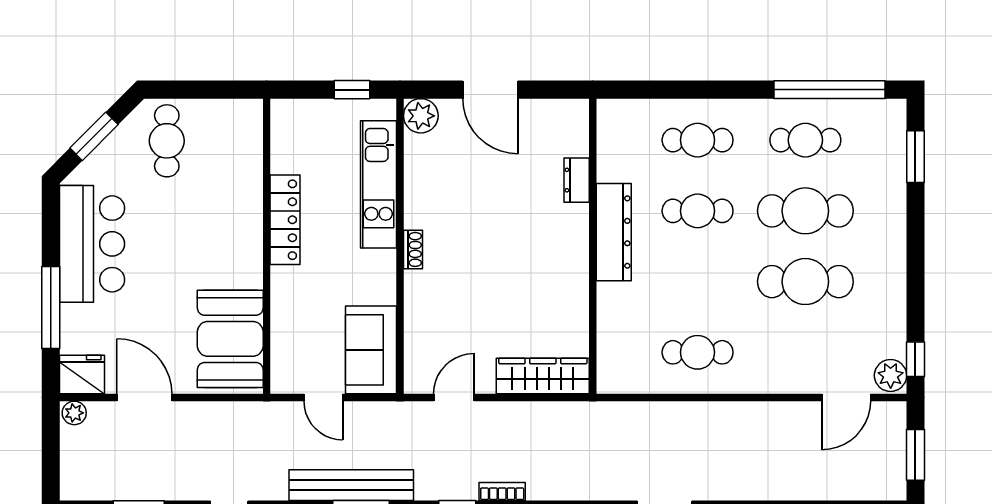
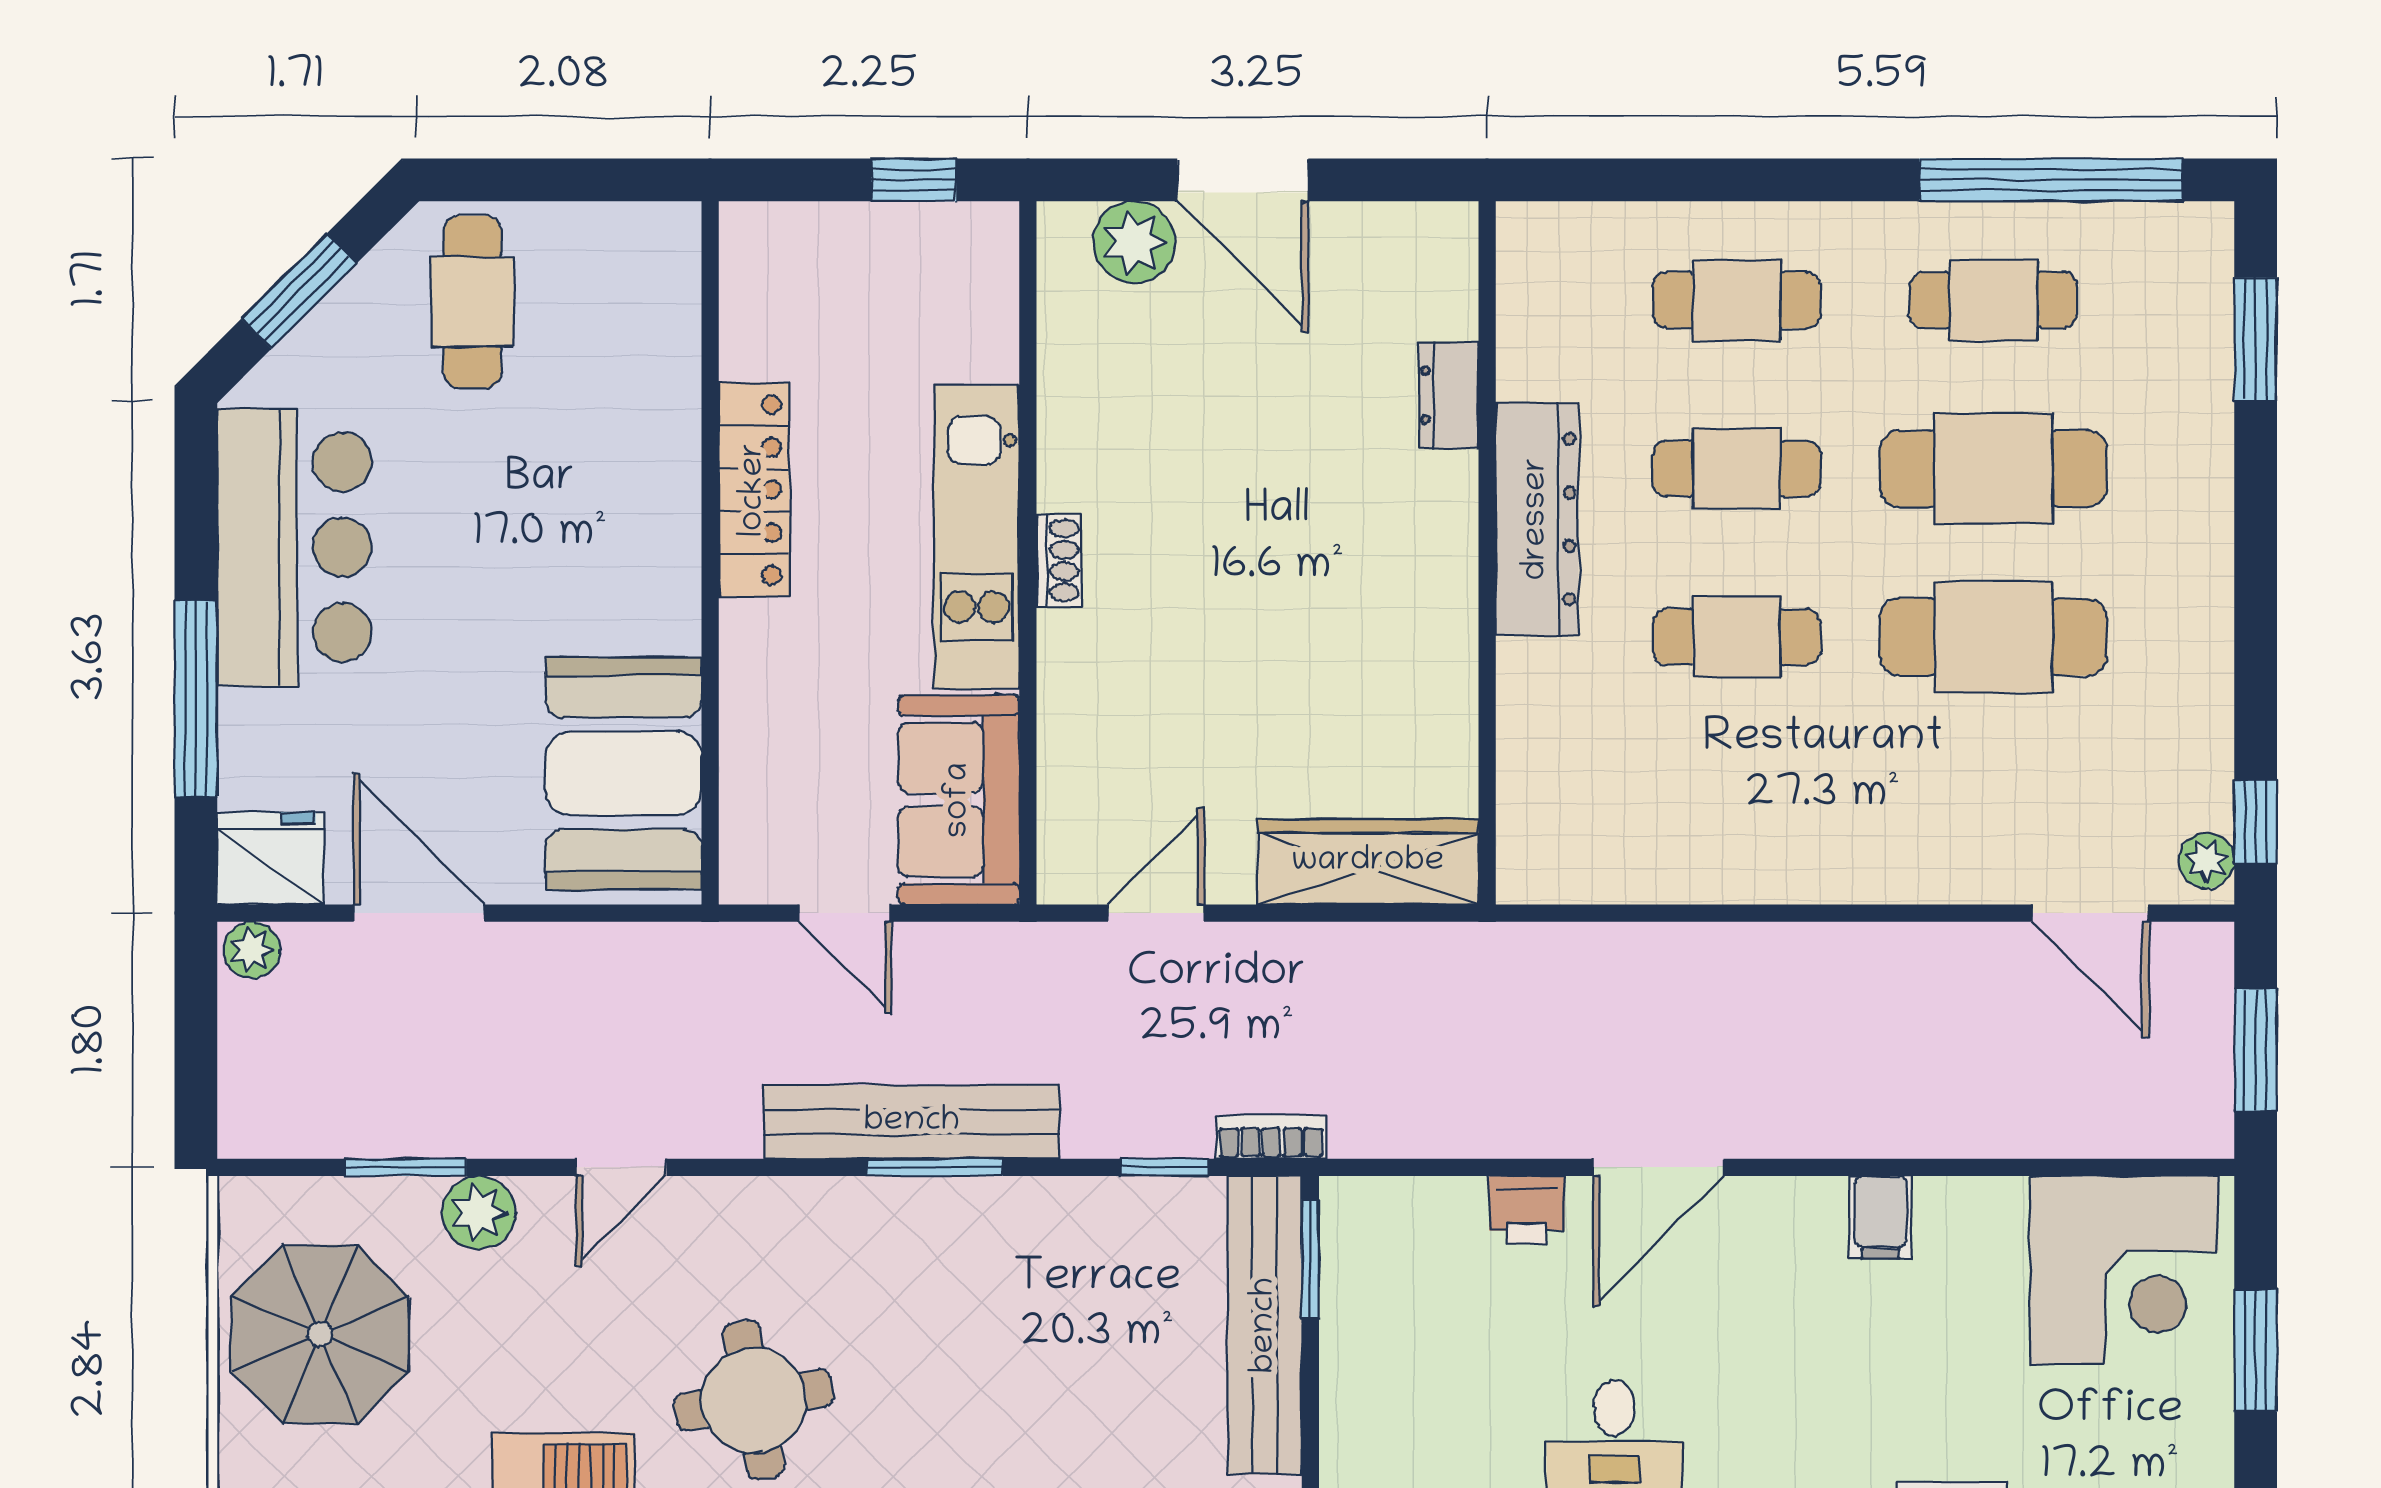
plant: (421, 116) -> (1134, 242), moved
kitchen unit: (378, 184) -> (977, 537), moved
cafe table: (698, 352) -> (1737, 637), moved
plant: (891, 375) -> (2207, 861), width x0.73, depth x0.73
door: (846, 397) -> (2091, 913), hinge flipped

